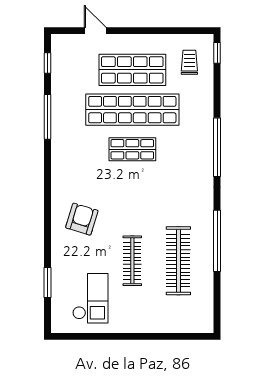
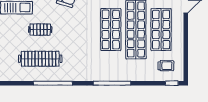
shop shelf: (132, 149) -> (111, 30), width x1.43, depth x1.36
clothes rail: (132, 261) -> (40, 30), width x0.73

